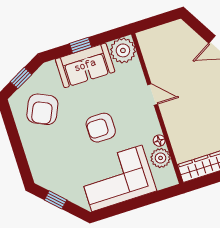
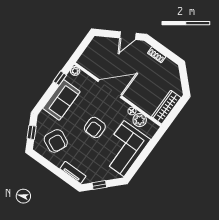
window: (80, 45) -> (60, 78), moved
plant: (123, 50) -> (75, 71), width x0.53, depth x0.53
door: (153, 95) -> (110, 89), width x1.87
tv unit: (35, 162) -> (73, 172), added

